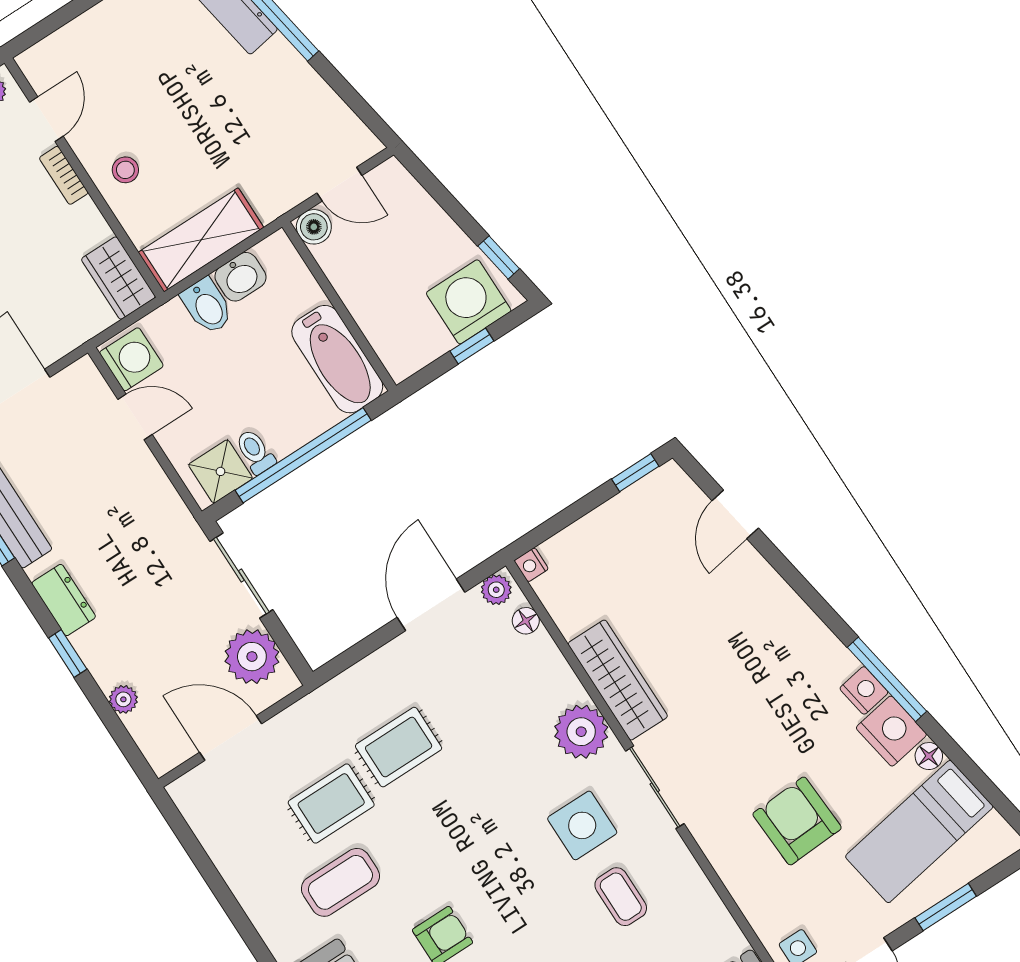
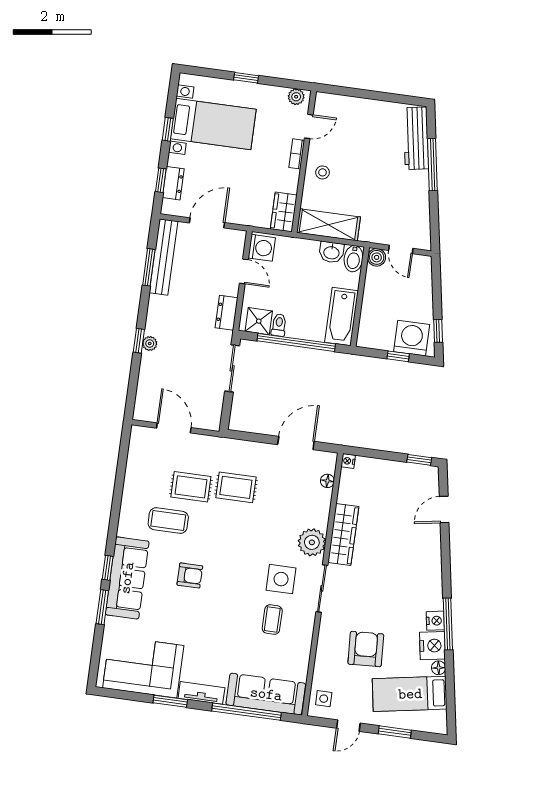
bidet: (207, 306) -> (353, 259), moved
plant: (496, 590) -> (326, 459), removed
dresser: (64, 600) -> (226, 313), moved, turned 180
plant: (252, 657) -> (209, 403), removed
plant: (123, 699) -> (150, 343), moved

